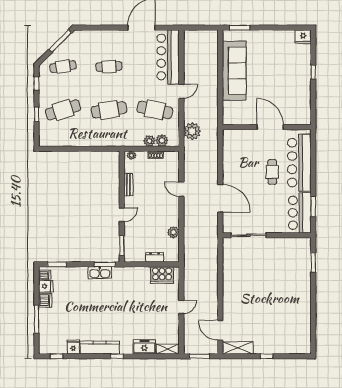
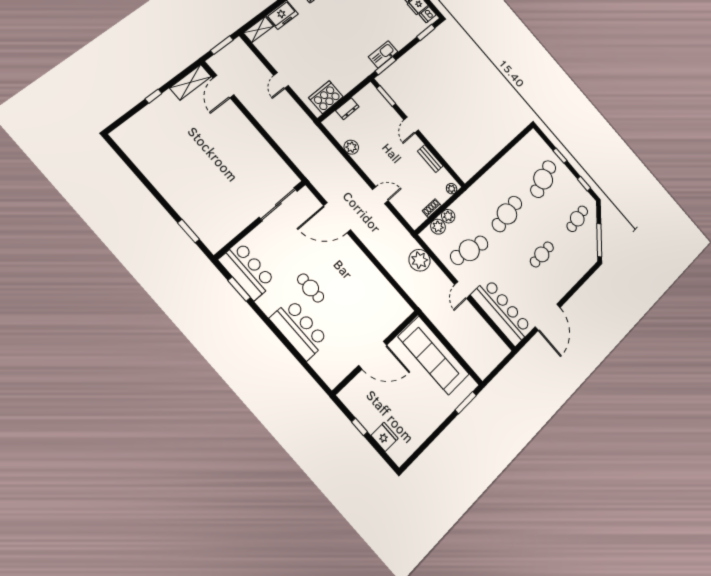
fridge: (303, 37) -> (385, 437), moved, turned 90
wall: (267, 127) -> (376, 352), moved
door: (270, 127) -> (373, 355), moved
bar counter: (299, 163) -> (299, 329), width x0.73
door: (220, 330) -> (223, 87), swing flipped

